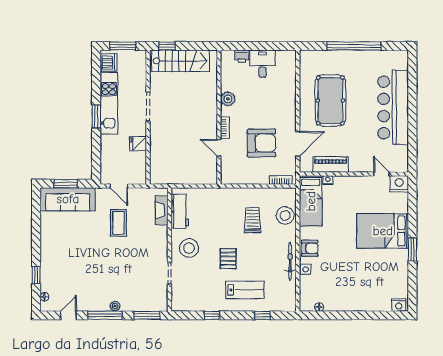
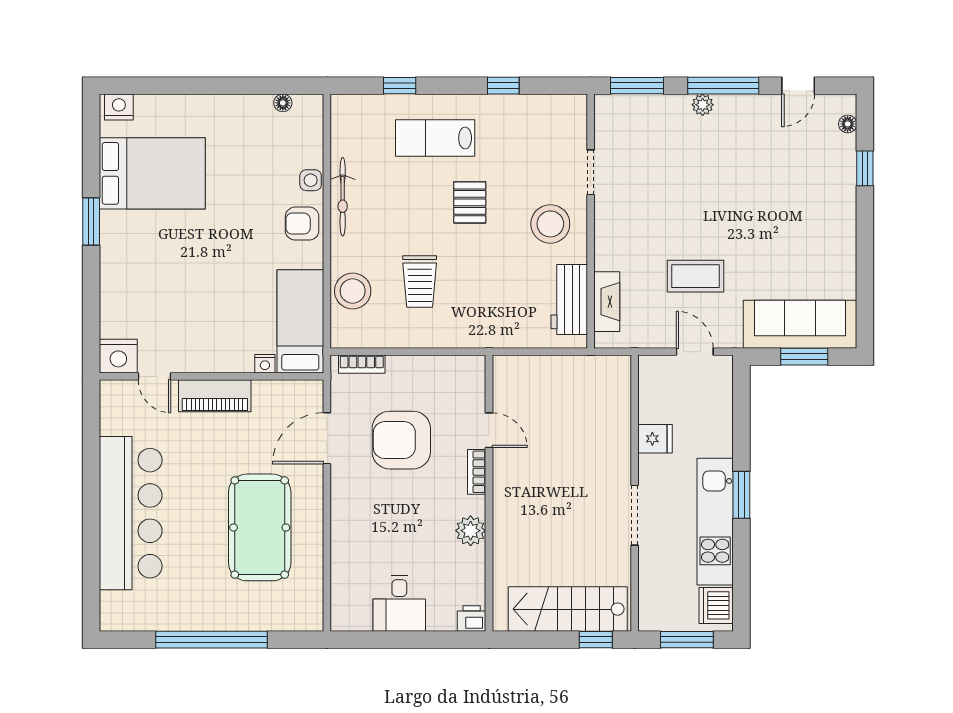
printer: (242, 56) -> (472, 619), moved
piano: (331, 165) -> (215, 396), moved
coffee table: (118, 223) -> (695, 276), turned 90
bed: (383, 231) -> (152, 173), moved

